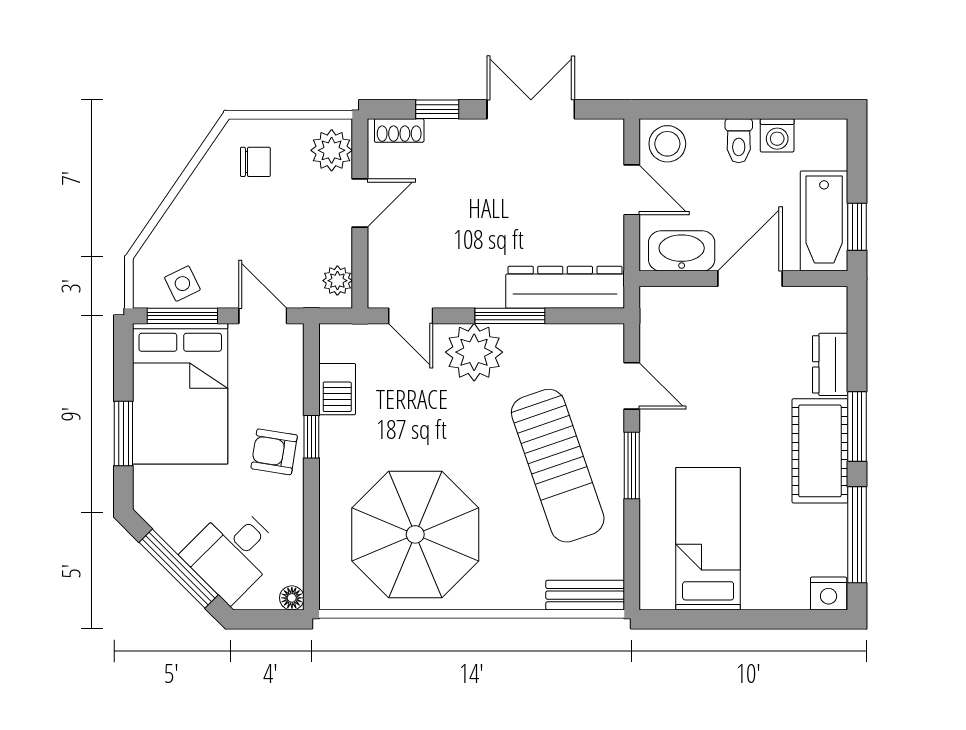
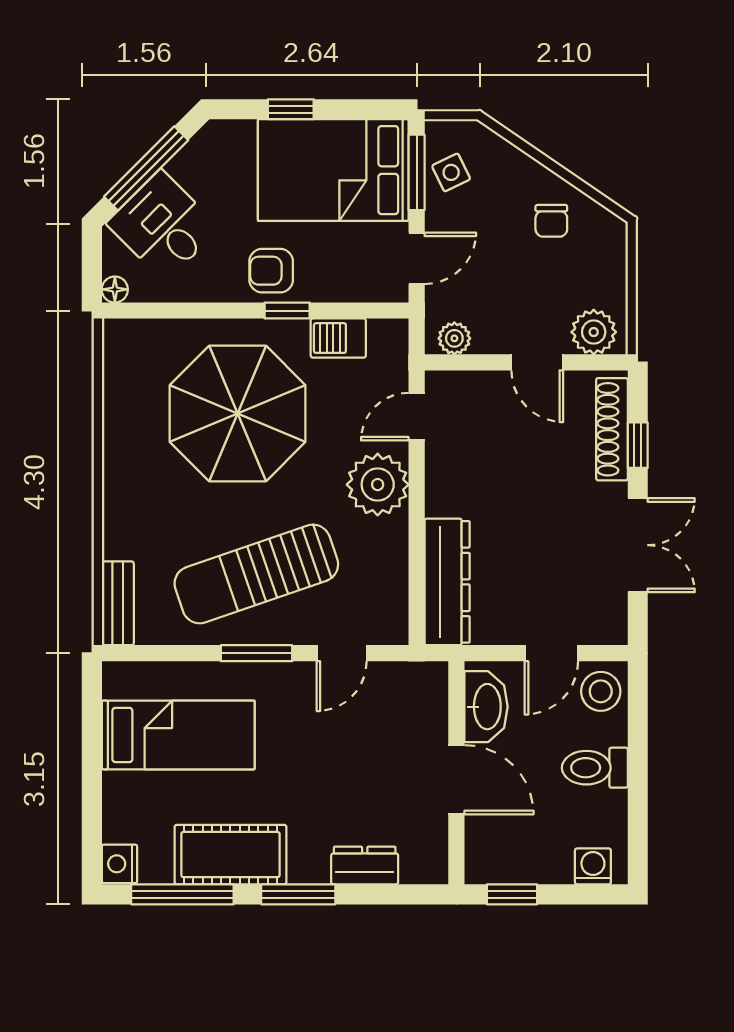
shoe rack: (399, 130) -> (612, 429), width x1.94, depth x1.24
washing machine: (777, 135) -> (593, 866), moved, turned 90
toilet: (739, 141) -> (595, 768), width x1.37, depth x1.39
chair: (255, 162) -> (551, 221), moved
bathtub: (824, 221) -> (518, 859), removed
window: (510, 316) -> (417, 523), removed
window: (123, 433) -> (291, 109), width x0.67
cot: (820, 451) -> (230, 855), moved
armchair: (274, 452) -> (271, 271), turned -99
parasol: (415, 534) -> (238, 413), moved

